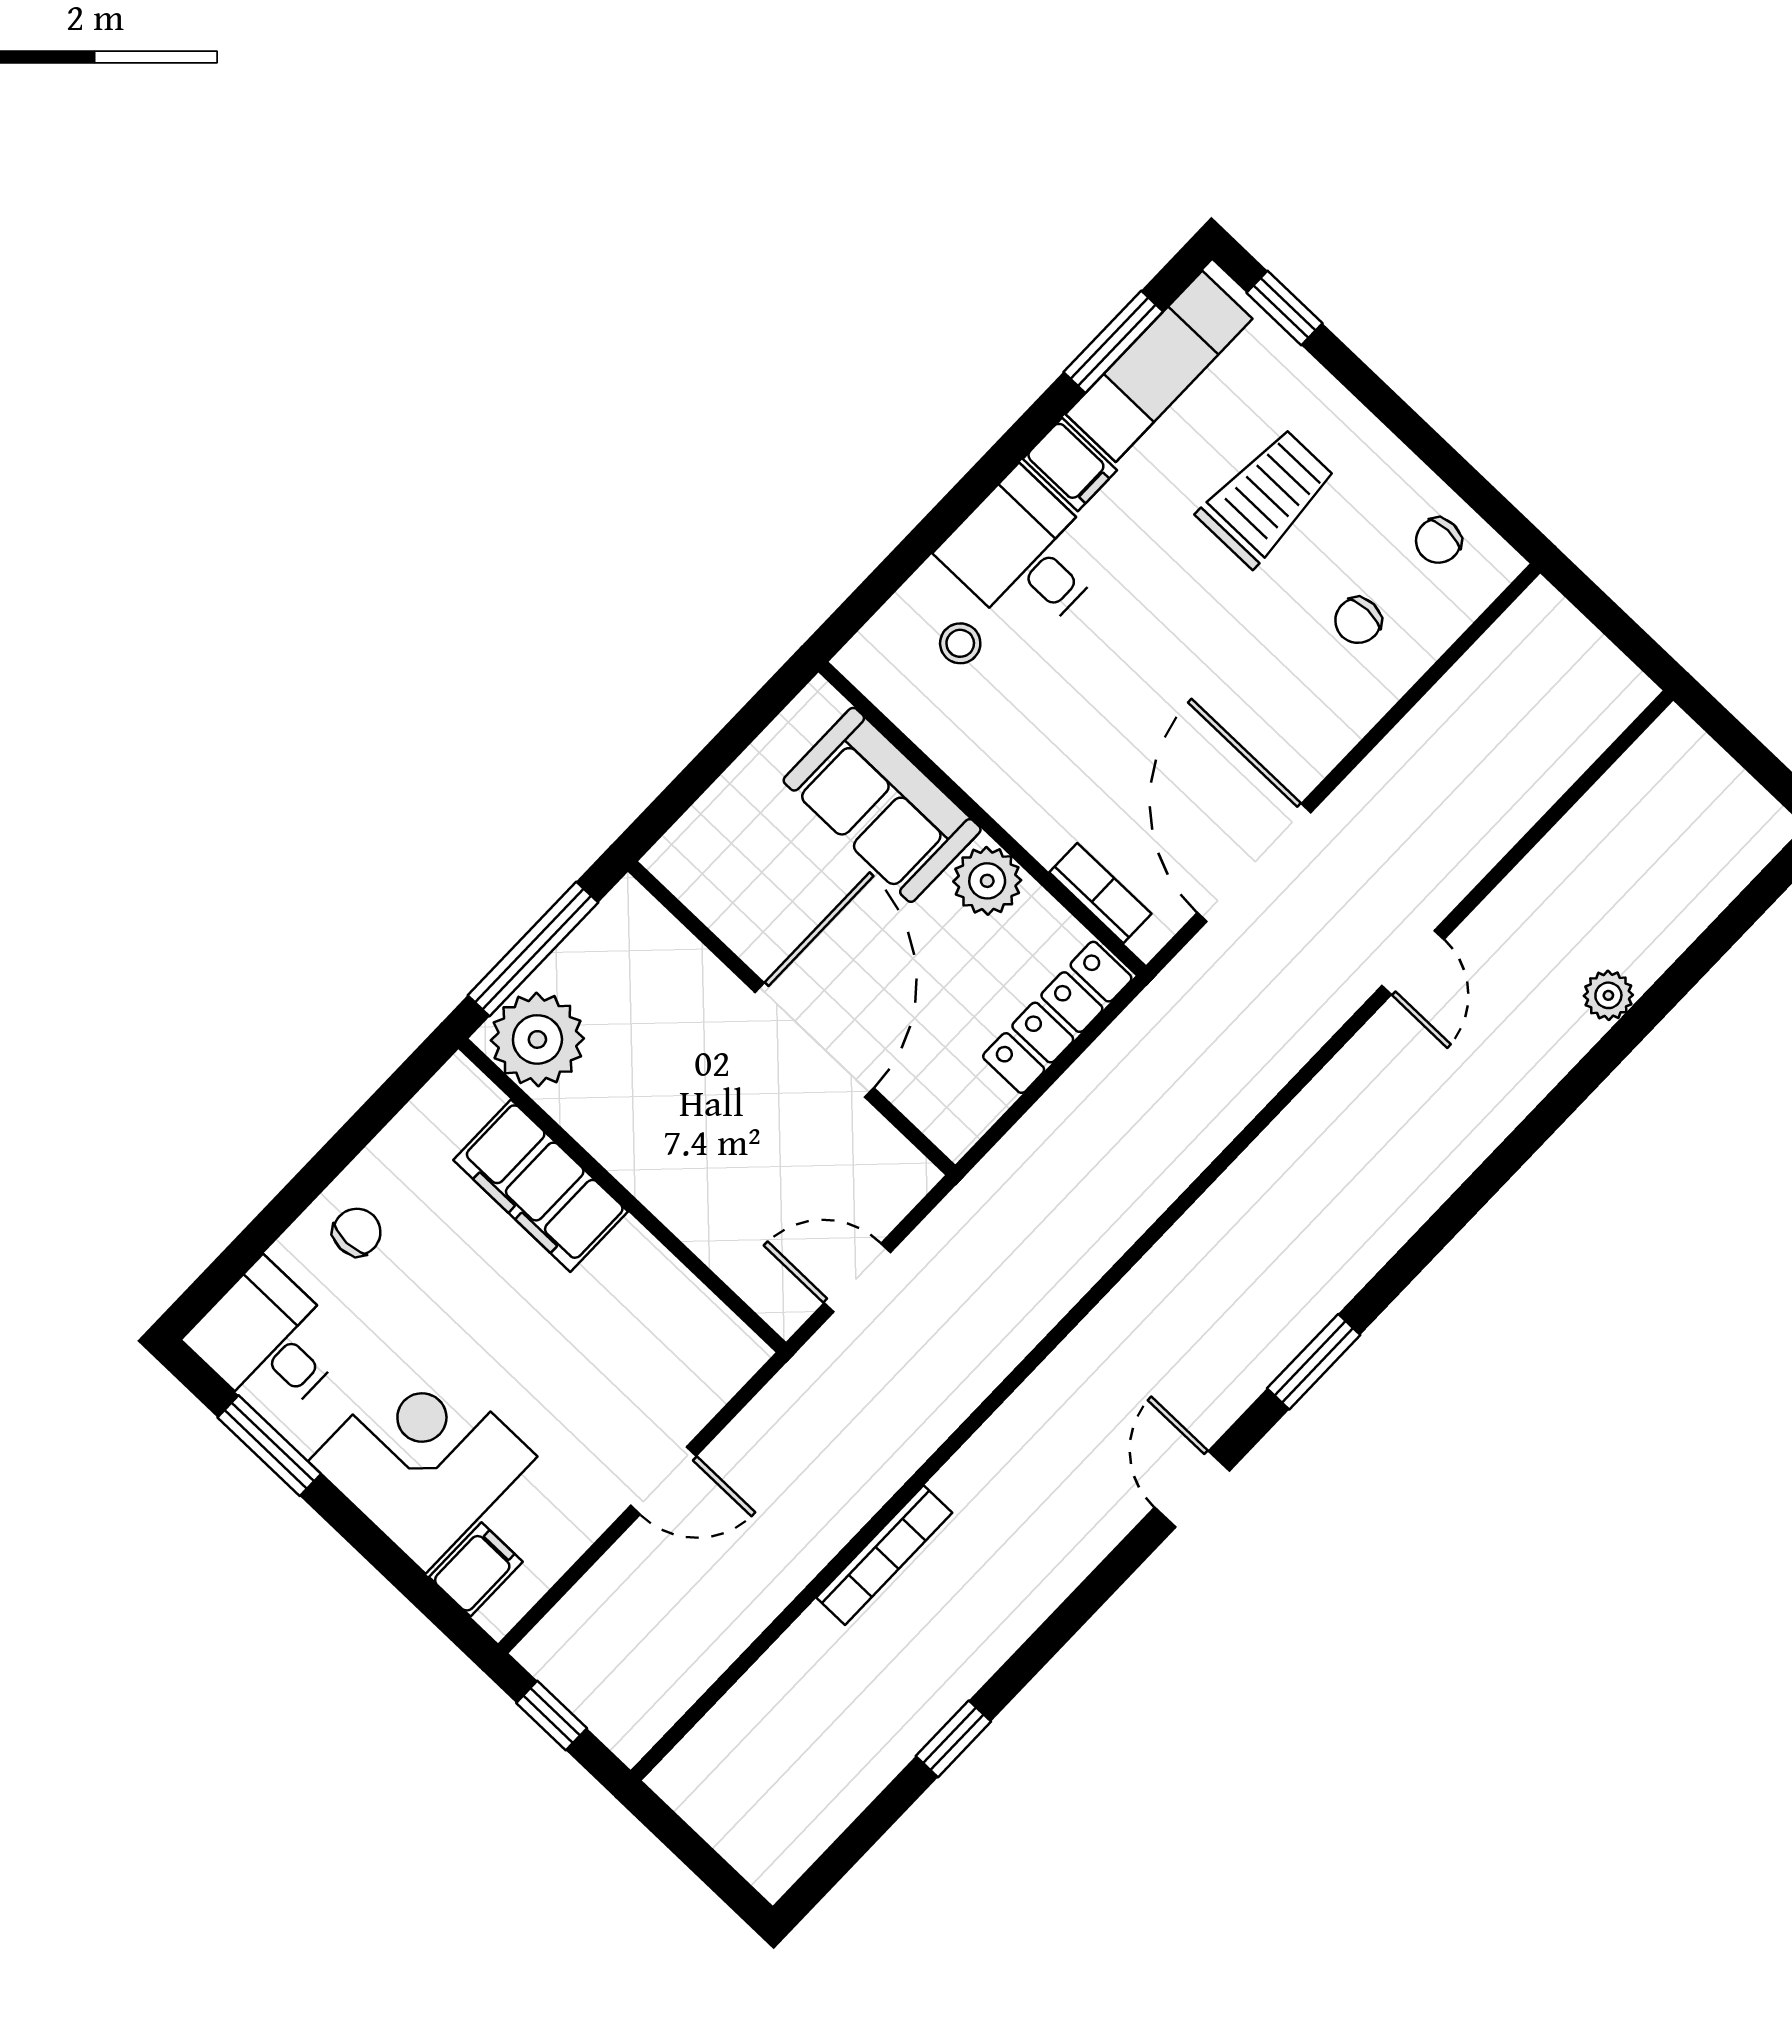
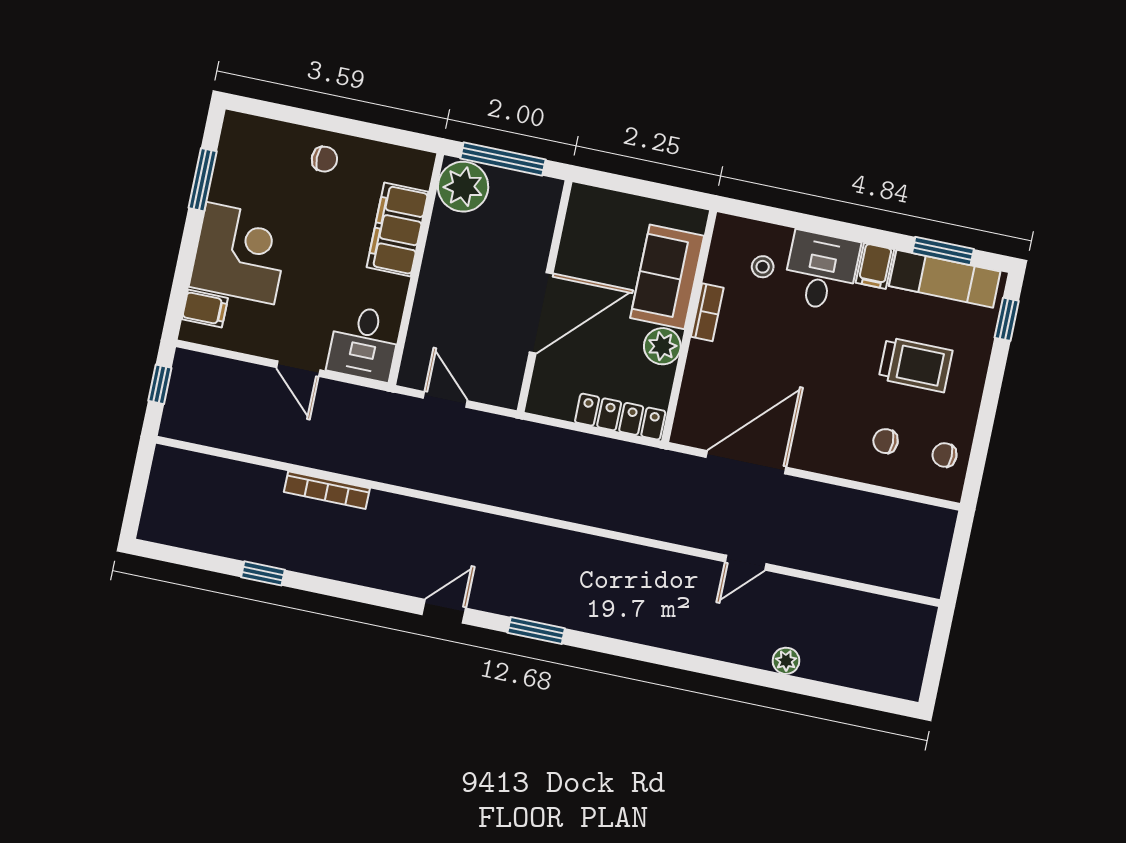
bookcase: (1100, 893) -> (707, 312), moved
desk: (268, 1341) -> (364, 343), moved, turned 180

